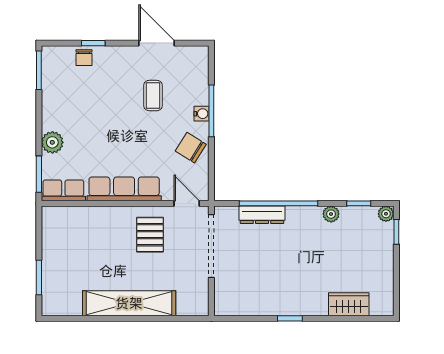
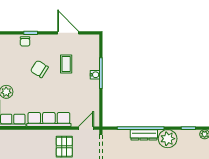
chair: (191, 148) -> (39, 69), moved
door: (187, 203) -> (86, 128), hinge flipped
plant: (331, 214) -> (168, 139), width x1.87, depth x1.87
dresser: (262, 215) -> (144, 135), moved

